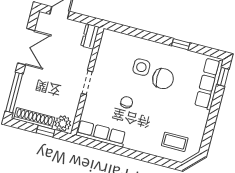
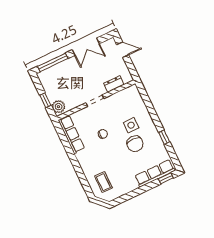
dresser: (90, 36) -> (114, 84), moved
shoe rack: (34, 118) -> (47, 87), removed

